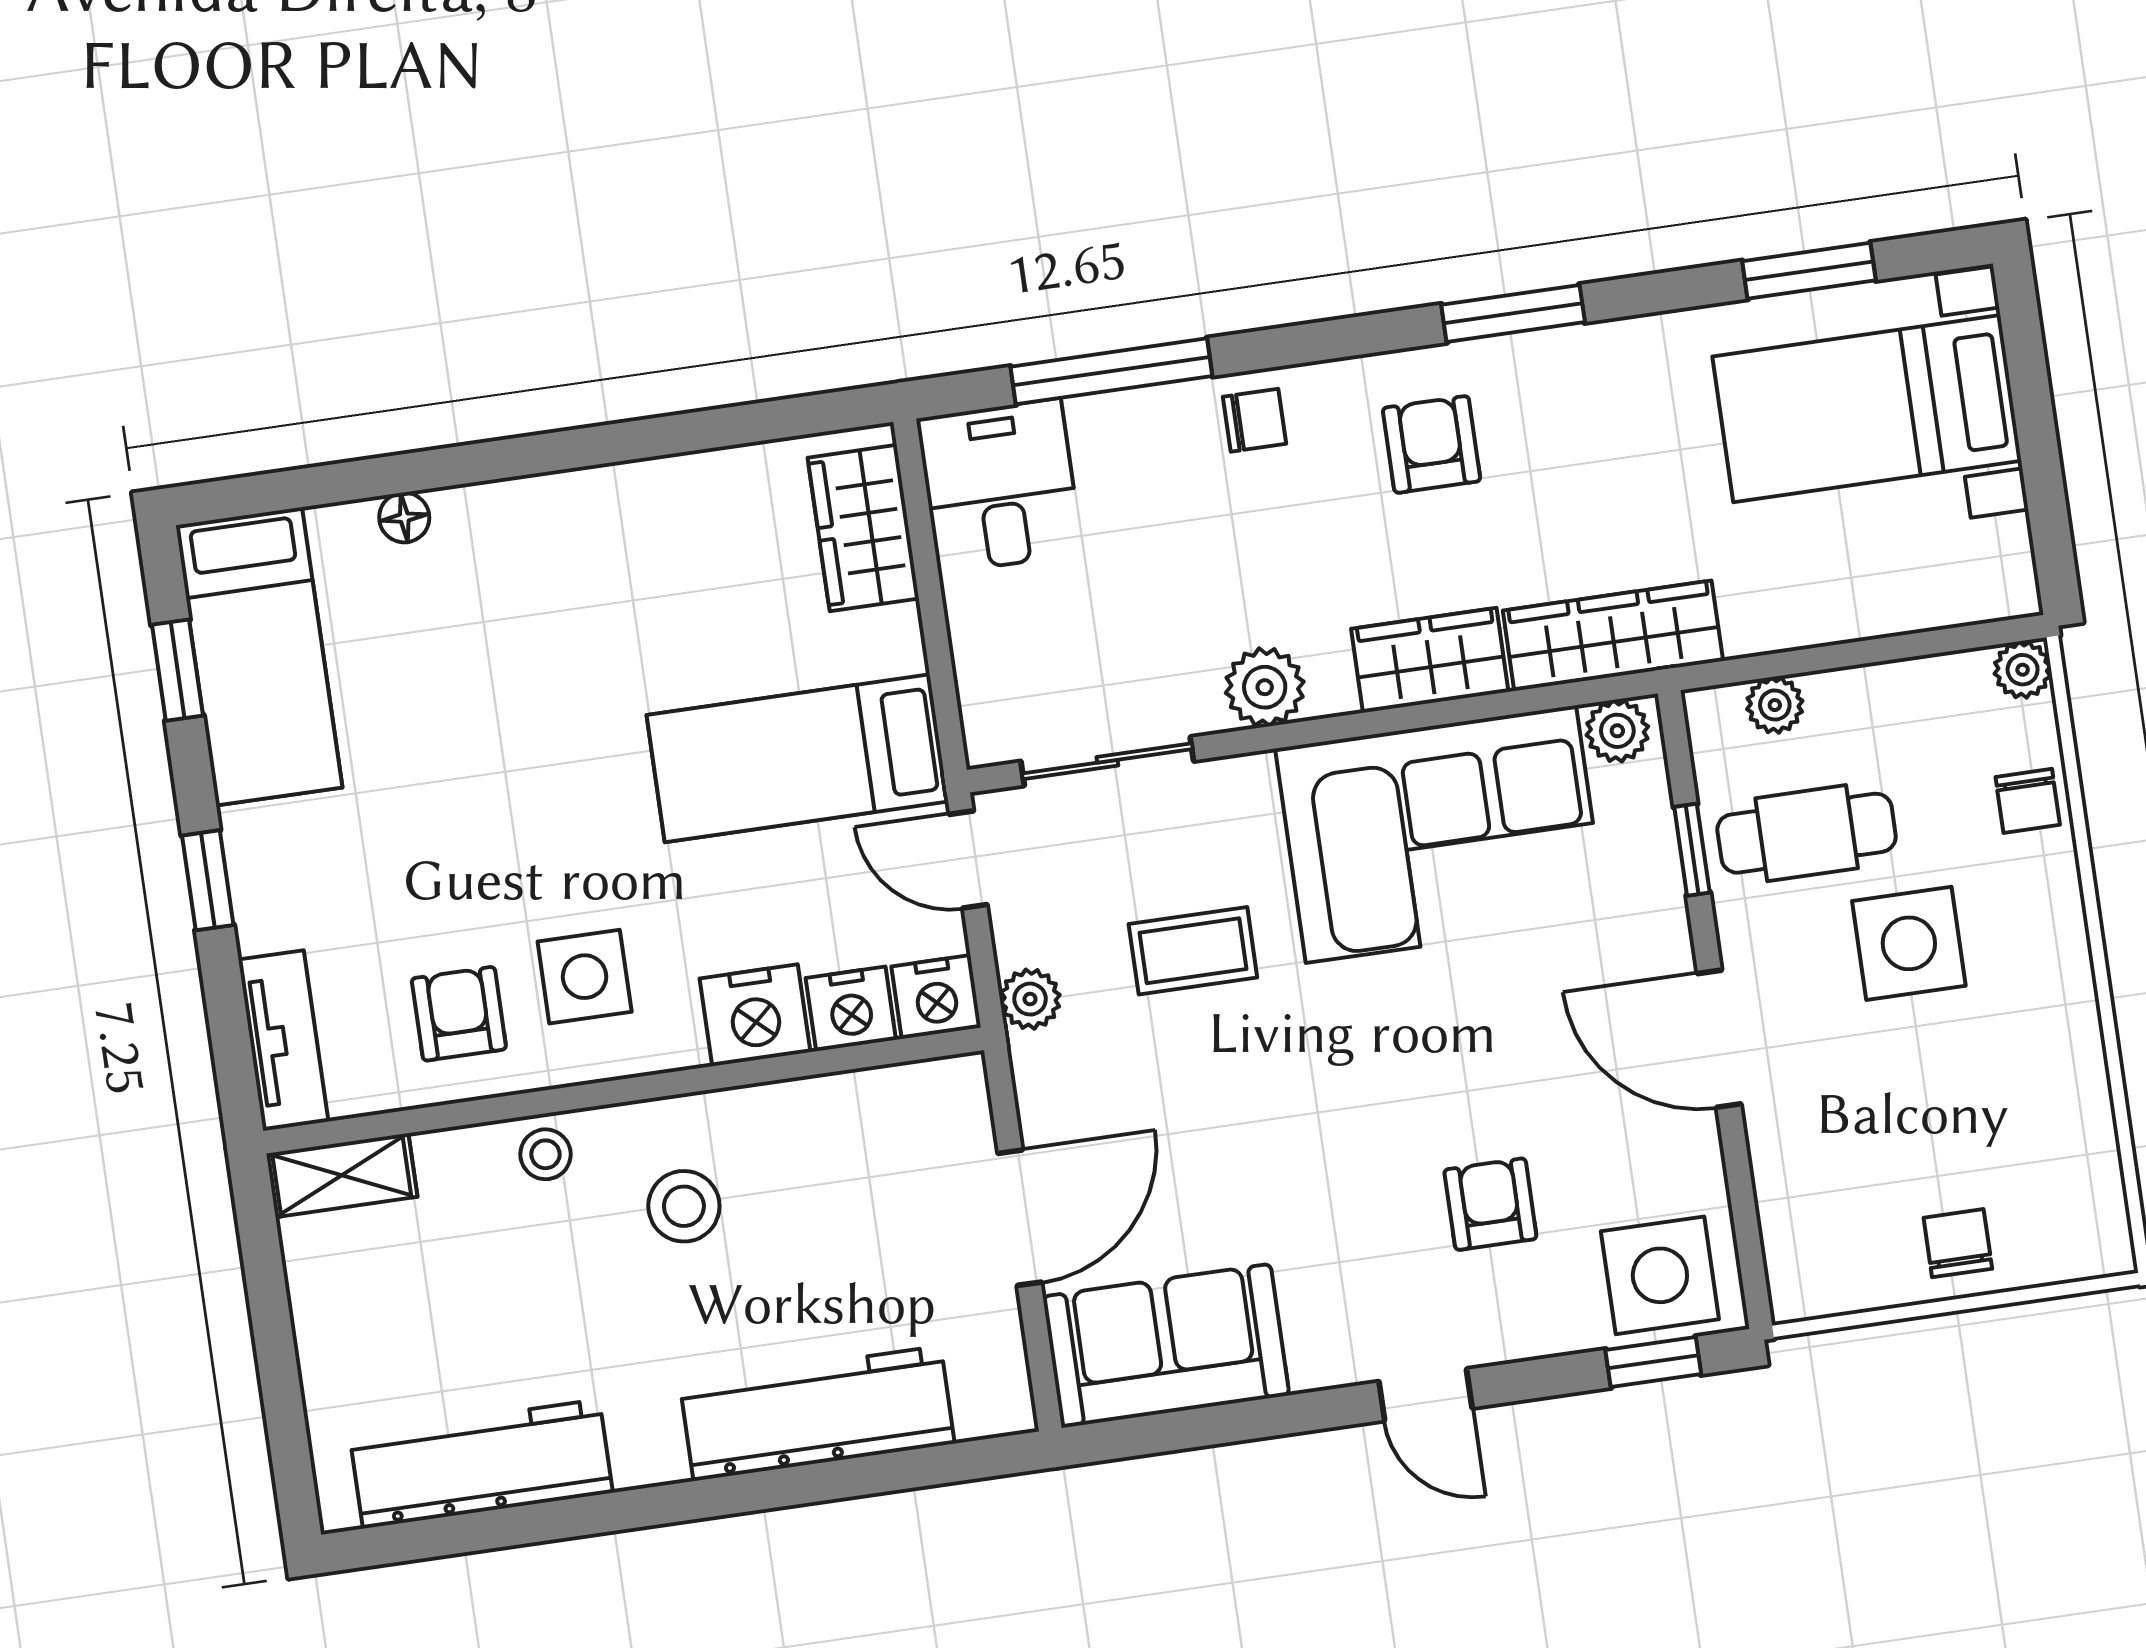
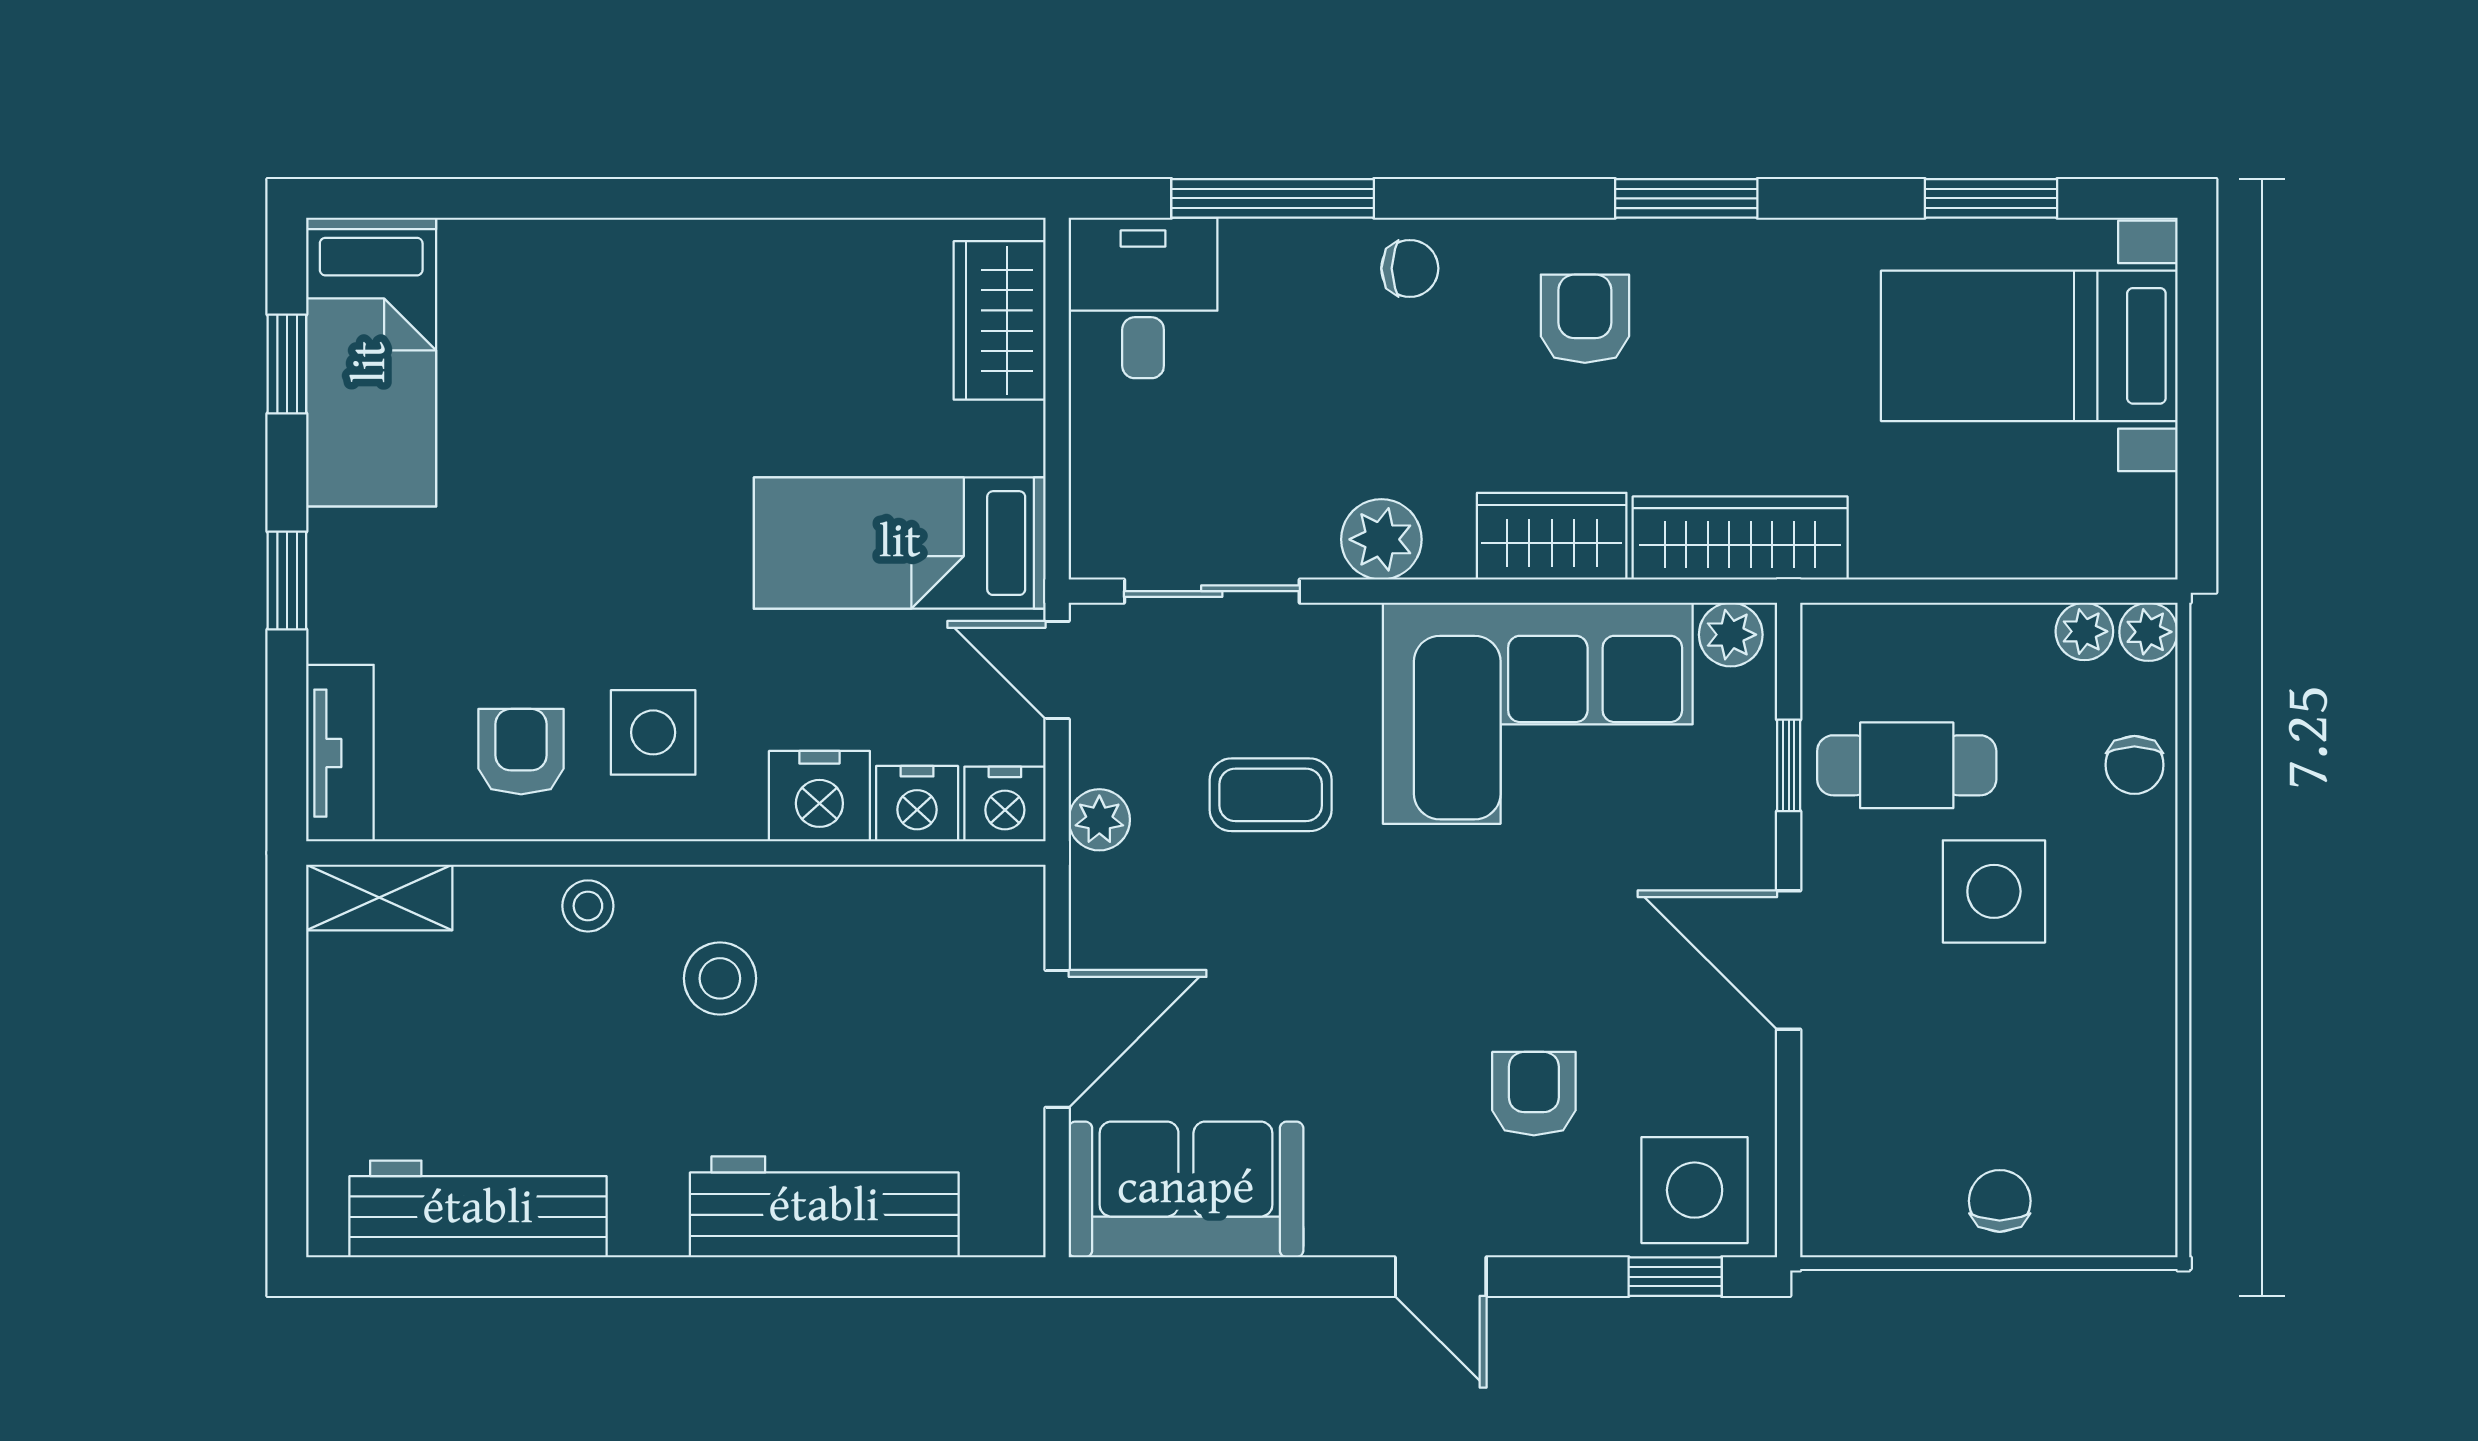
floor lamp: (404, 518) -> (538, 243), removed
plant: (1775, 705) -> (2084, 631), moved

